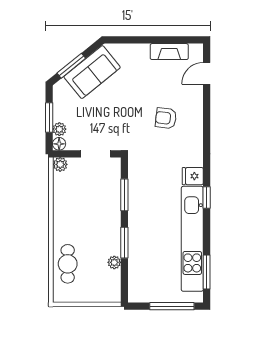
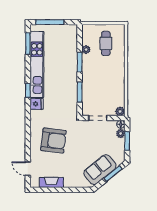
door: (207, 73) -> (28, 169), swing flipped
armchair: (166, 118) -> (53, 140), width x1.88, depth x1.88
cafe table: (68, 264) -> (106, 43), moved

